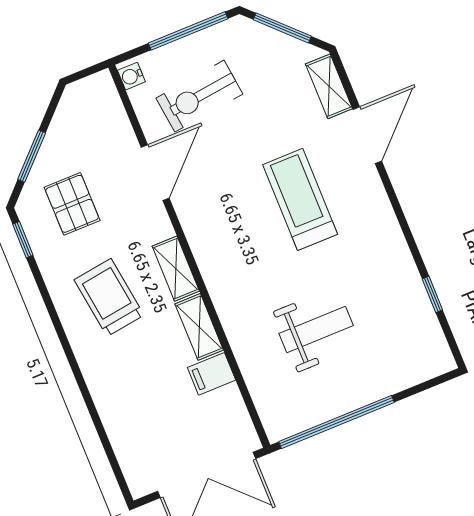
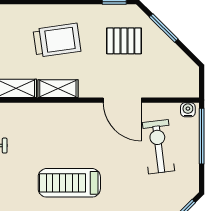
window: (188, 31) -> (202, 136), moved
treadmill: (300, 199) -> (69, 183), turned 180

